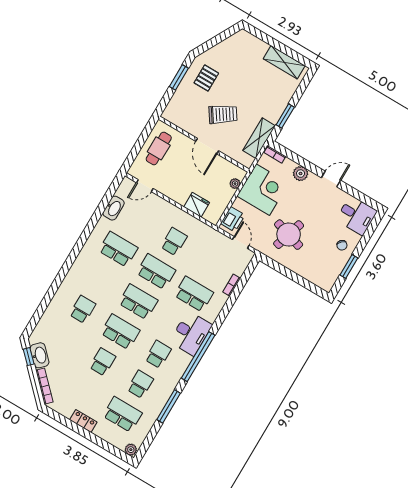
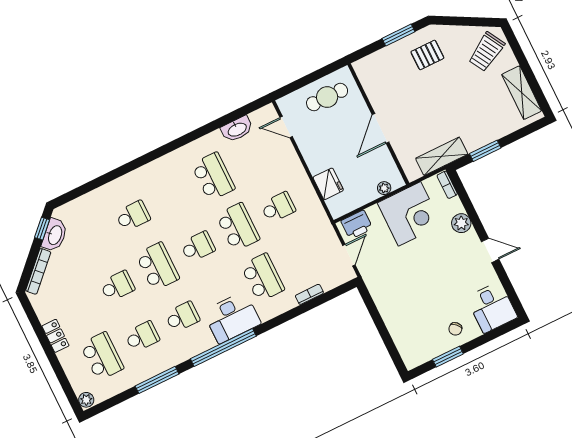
trolley: (223, 114) -> (487, 52), moved, turned 94
round table: (289, 235) -> (406, 280), removed
school desk: (138, 302) -> (198, 247), width x0.54

